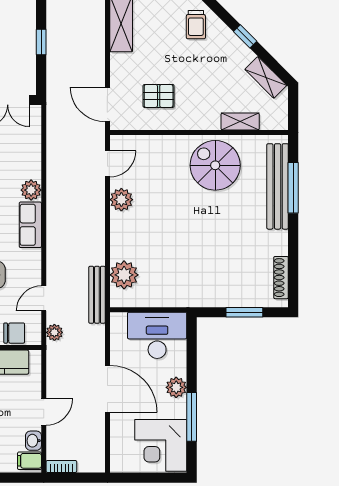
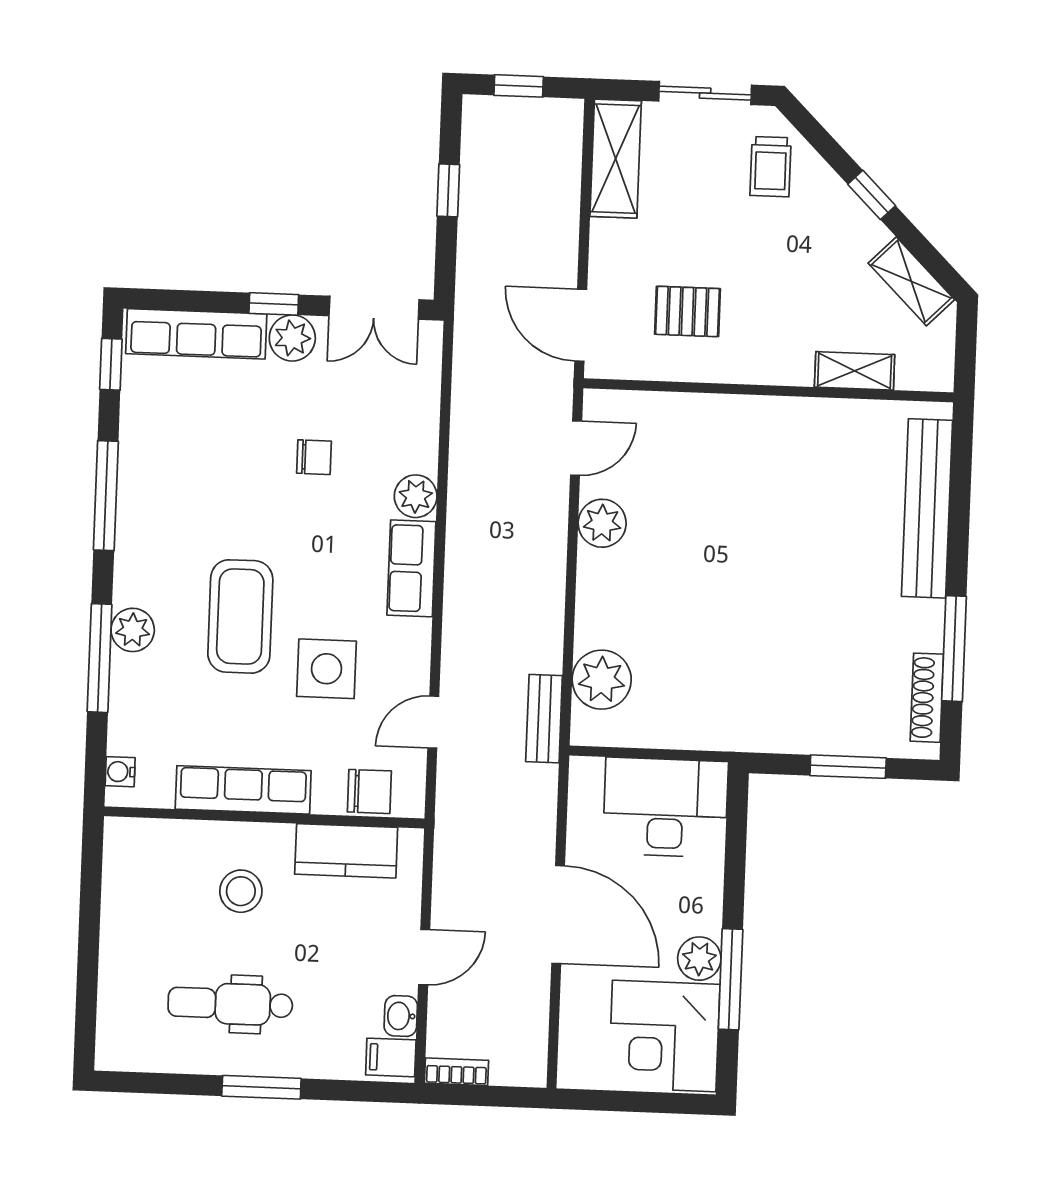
spiral stairs: (215, 165) -> (799, 460), removed
window: (293, 188) -> (954, 649), moved
bench: (97, 295) -> (544, 719), width x0.73
plant: (54, 332) -> (453, 793), removed
plant: (176, 387) -> (699, 959), moved

